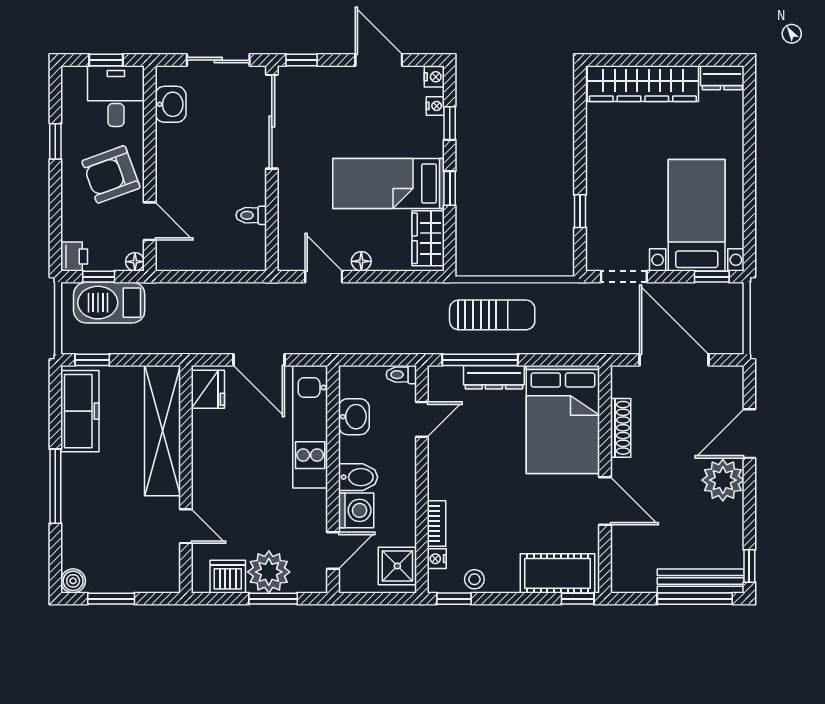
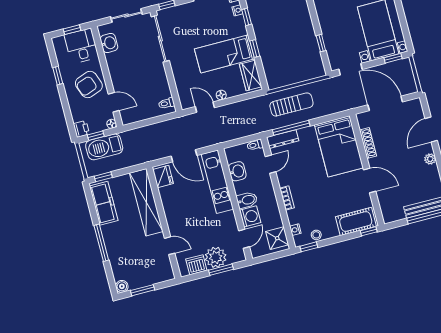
toilet: (251, 215) -> (166, 103), moved
dresser: (494, 377) -> (283, 139), moved
plant: (723, 480) -> (430, 159), width x0.53, depth x0.53
bookcase: (437, 524) -> (287, 198), moved

